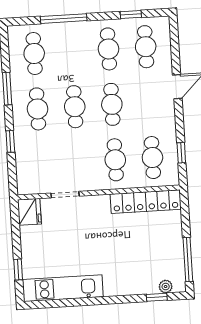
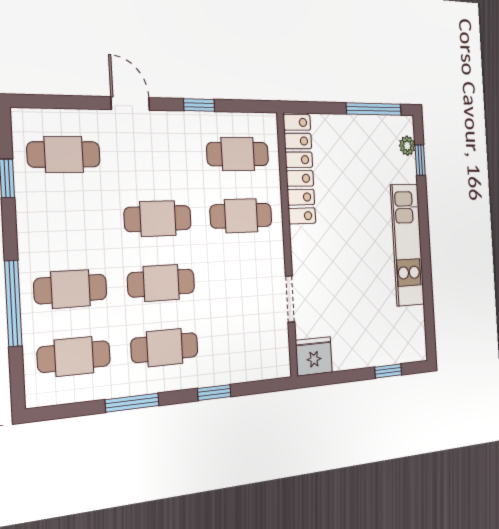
cafe table: (108, 49) -> (71, 289), moved
window: (181, 153) -> (199, 105), moved
kitchen unit: (63, 288) -> (407, 245), moved

